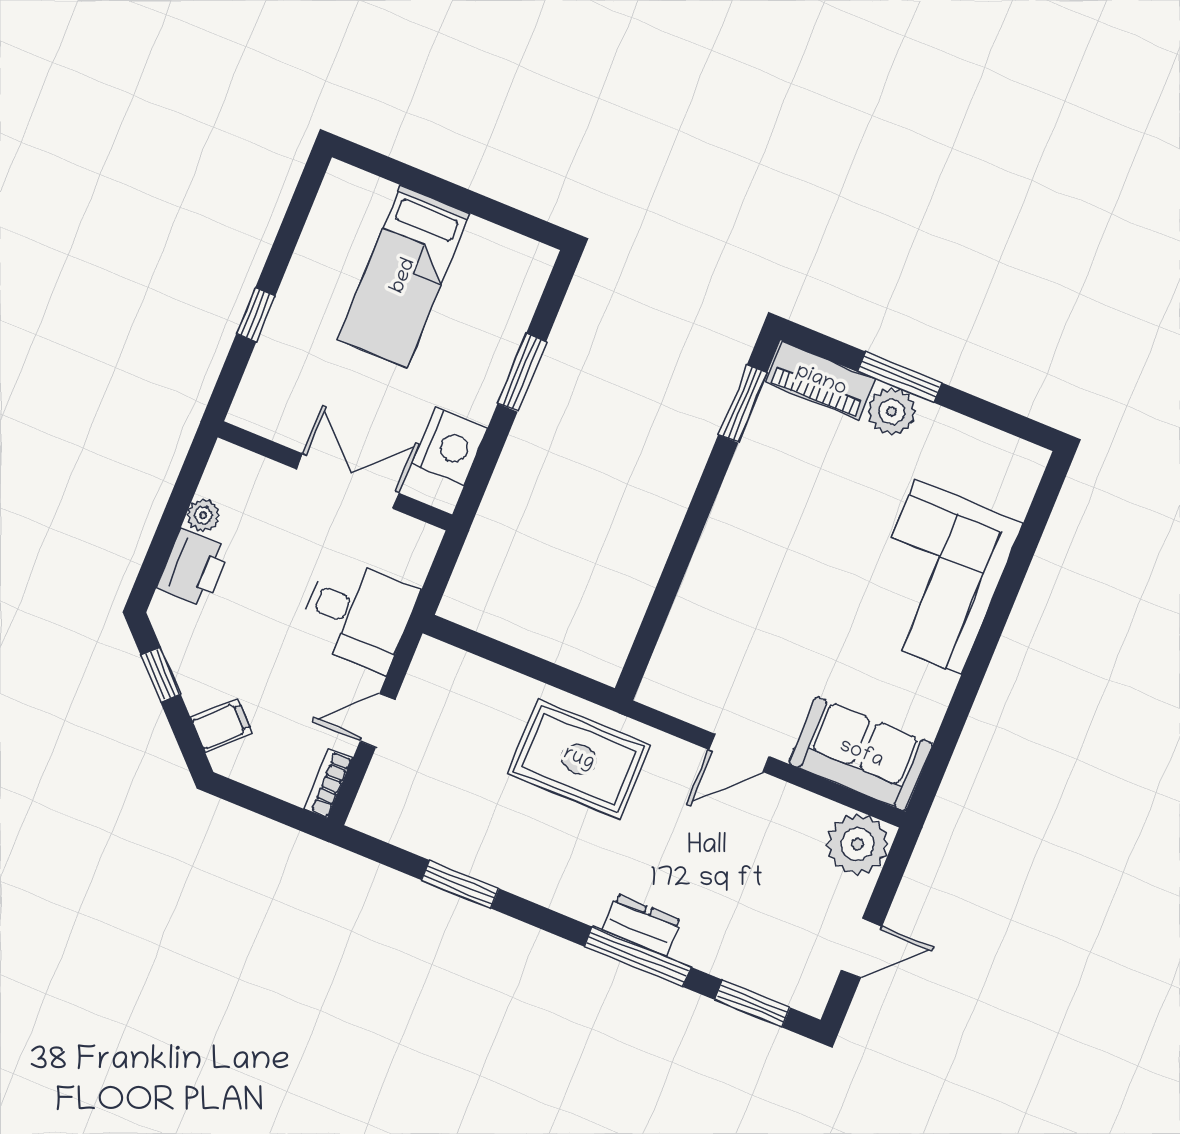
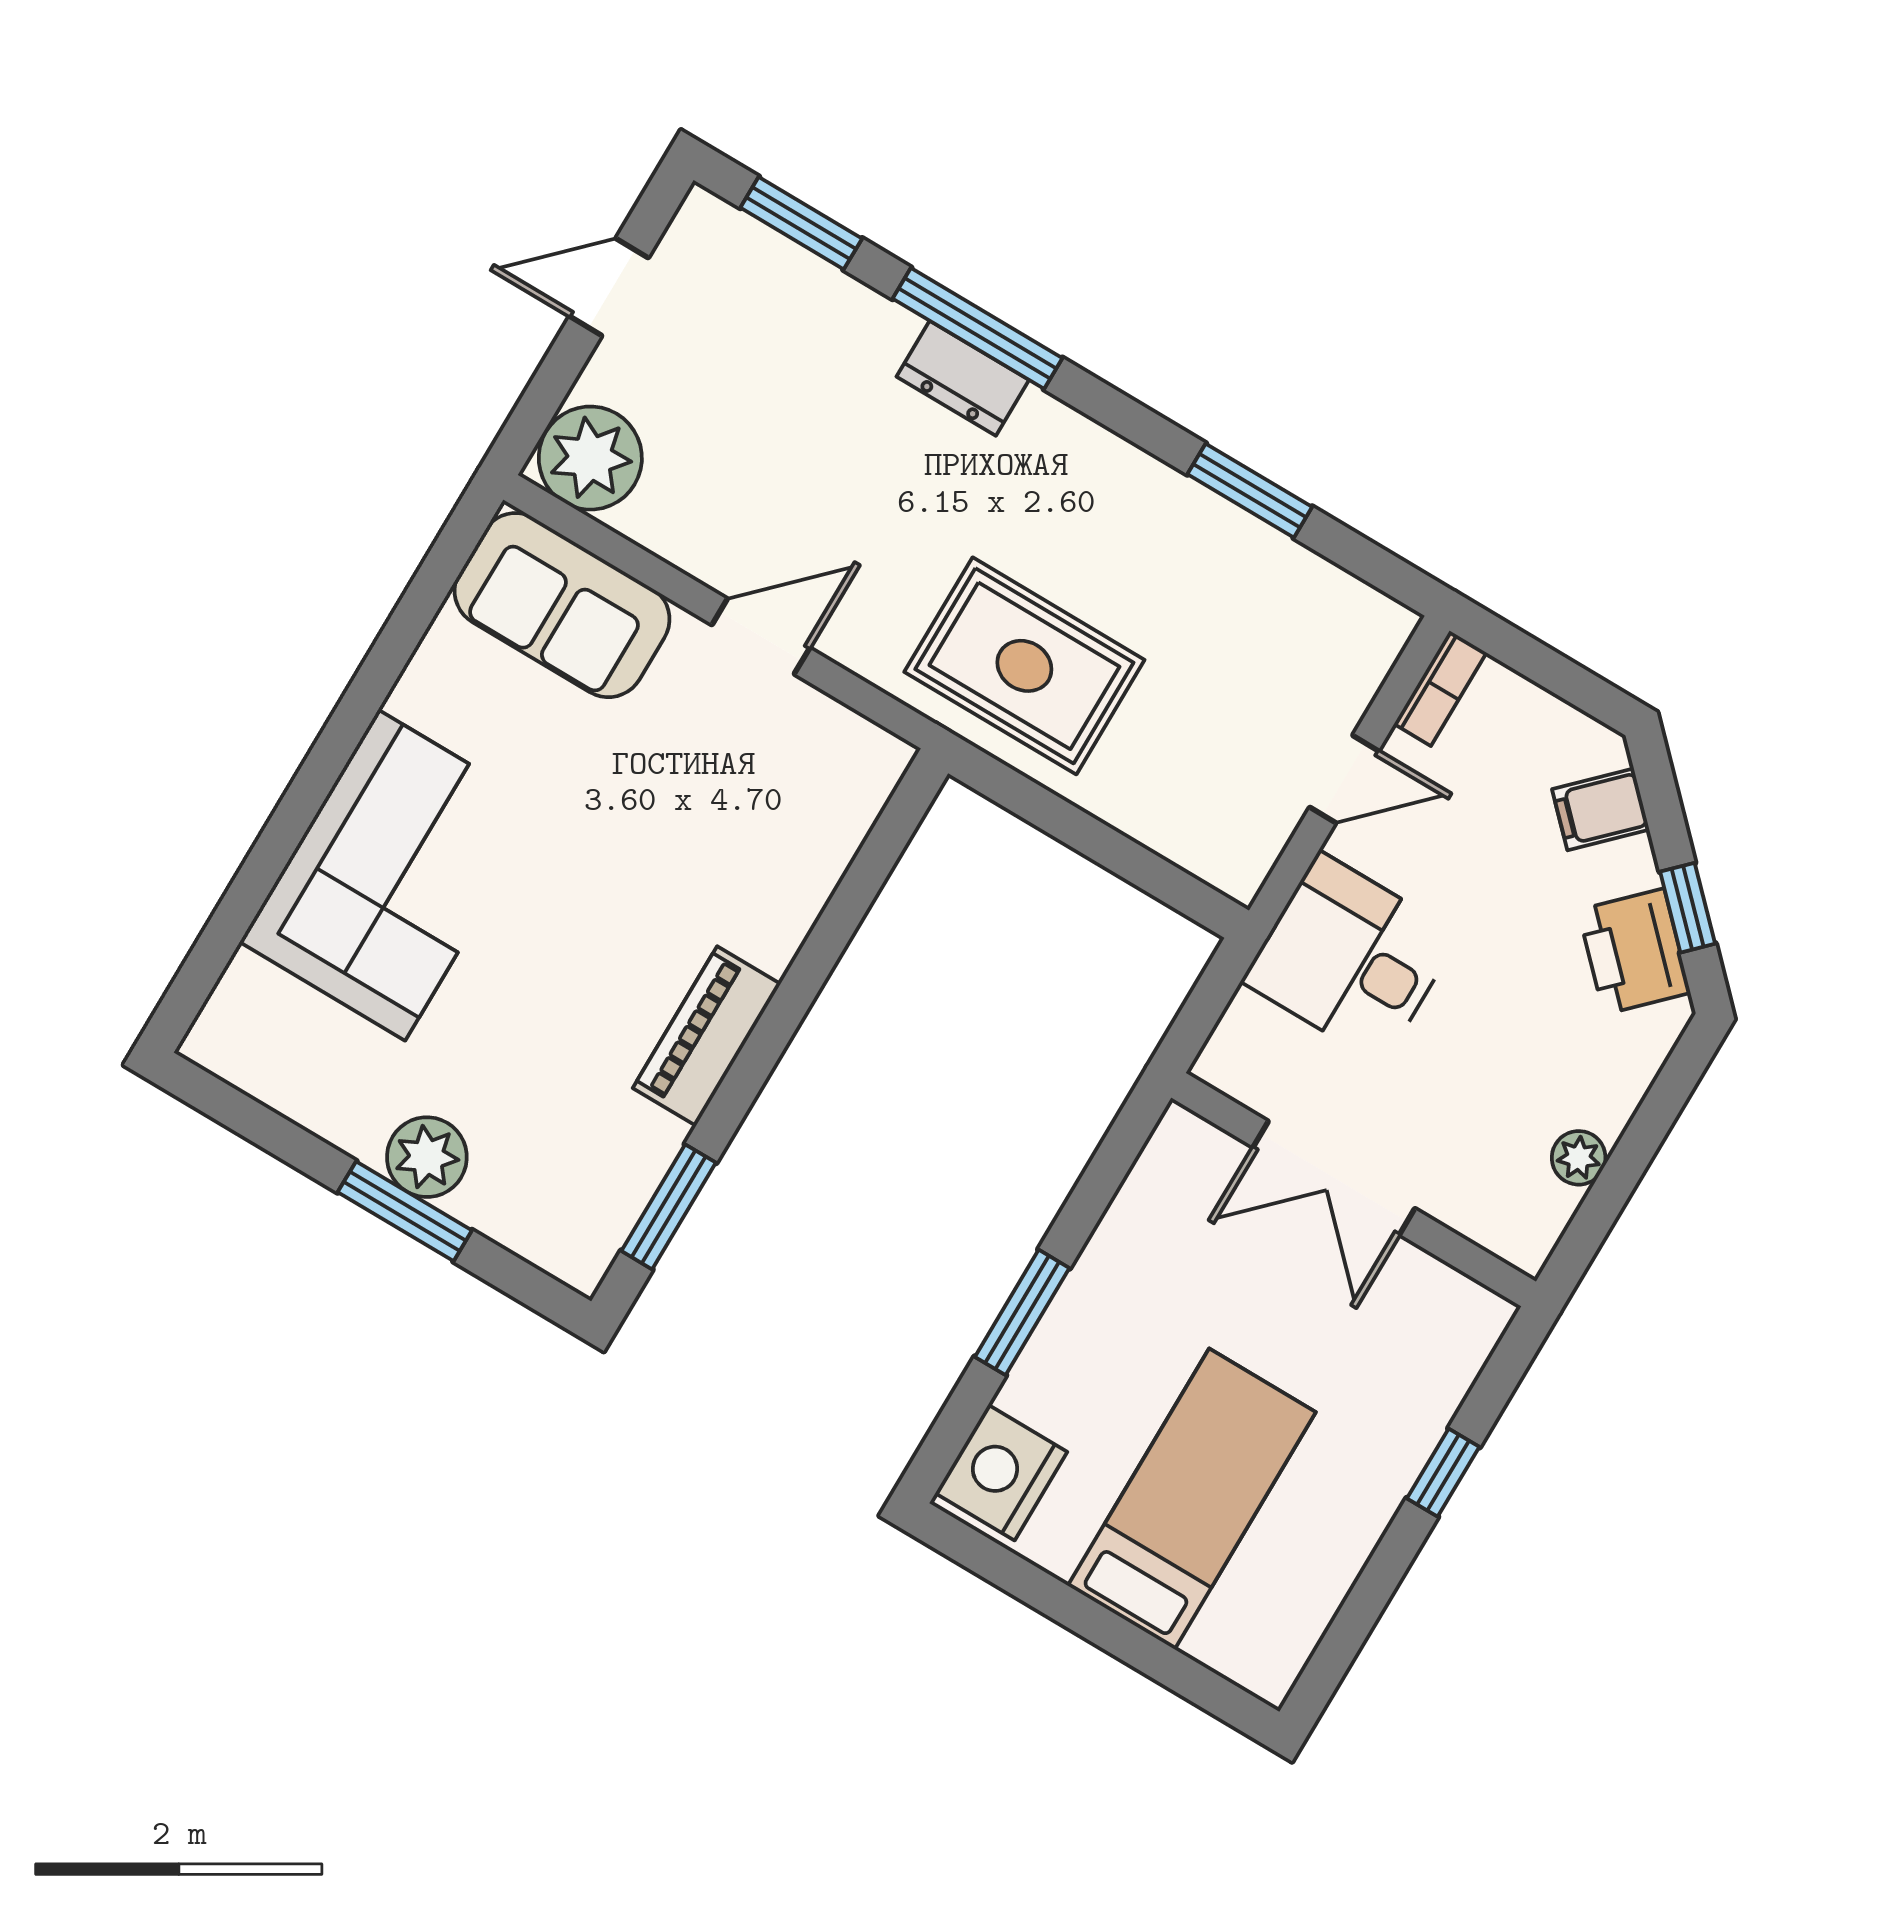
piano: (821, 381) -> (707, 1036), moved, turned -90
nightstand: (450, 447) -> (1001, 1473), moved
printer: (193, 568) -> (1634, 951), moved, turned -45

